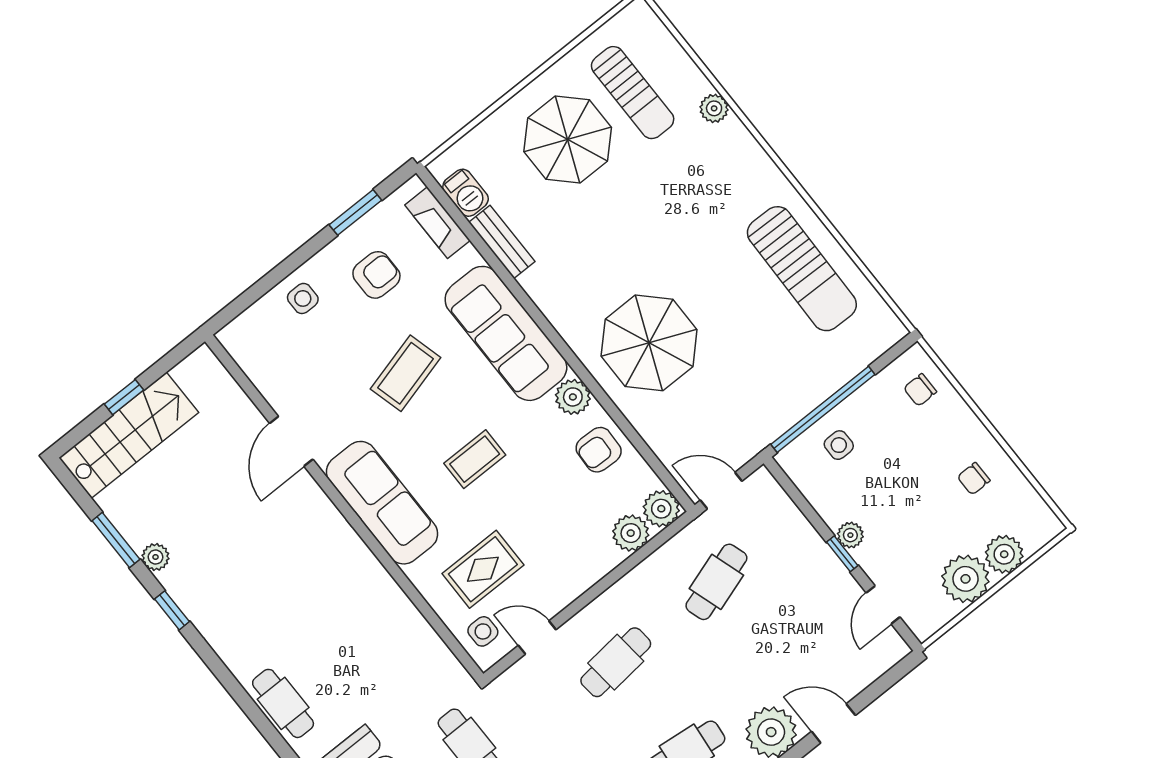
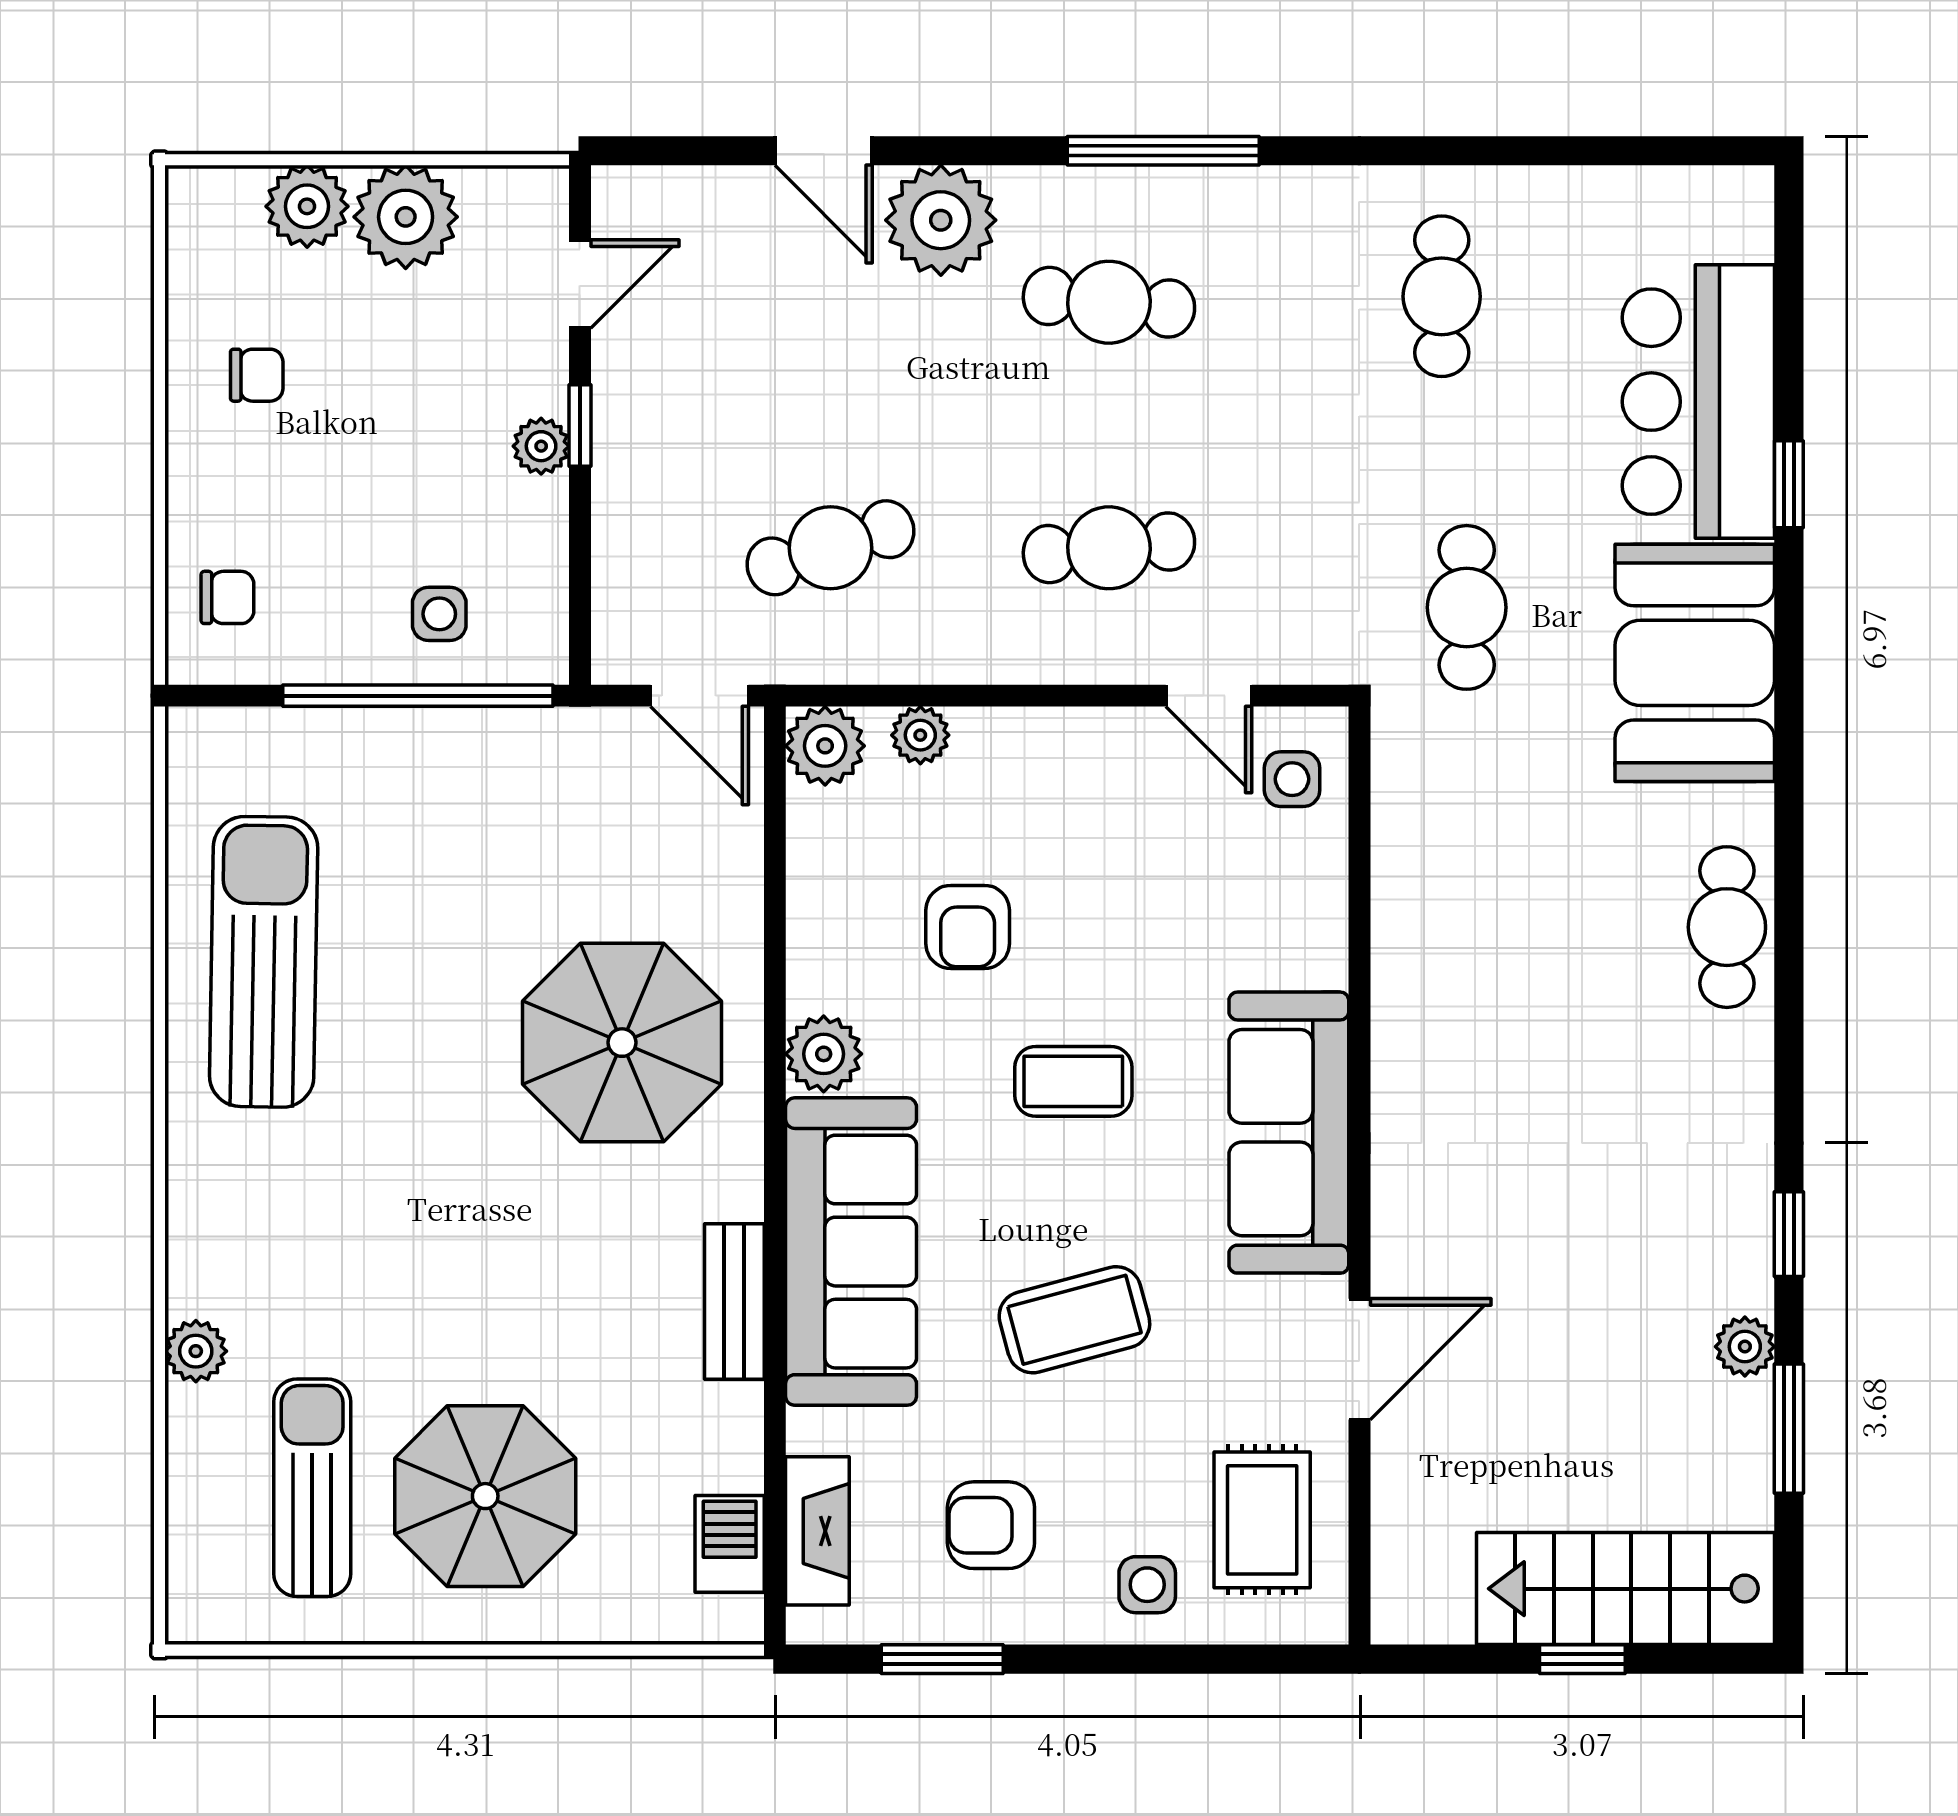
bench: (502, 242) -> (734, 1302), moved
armchair: (599, 450) -> (968, 927), moved, turned 88
plant: (631, 533) -> (920, 735), width x0.73, depth x0.73
rug: (483, 569) -> (1262, 1520), moved, turned 90

